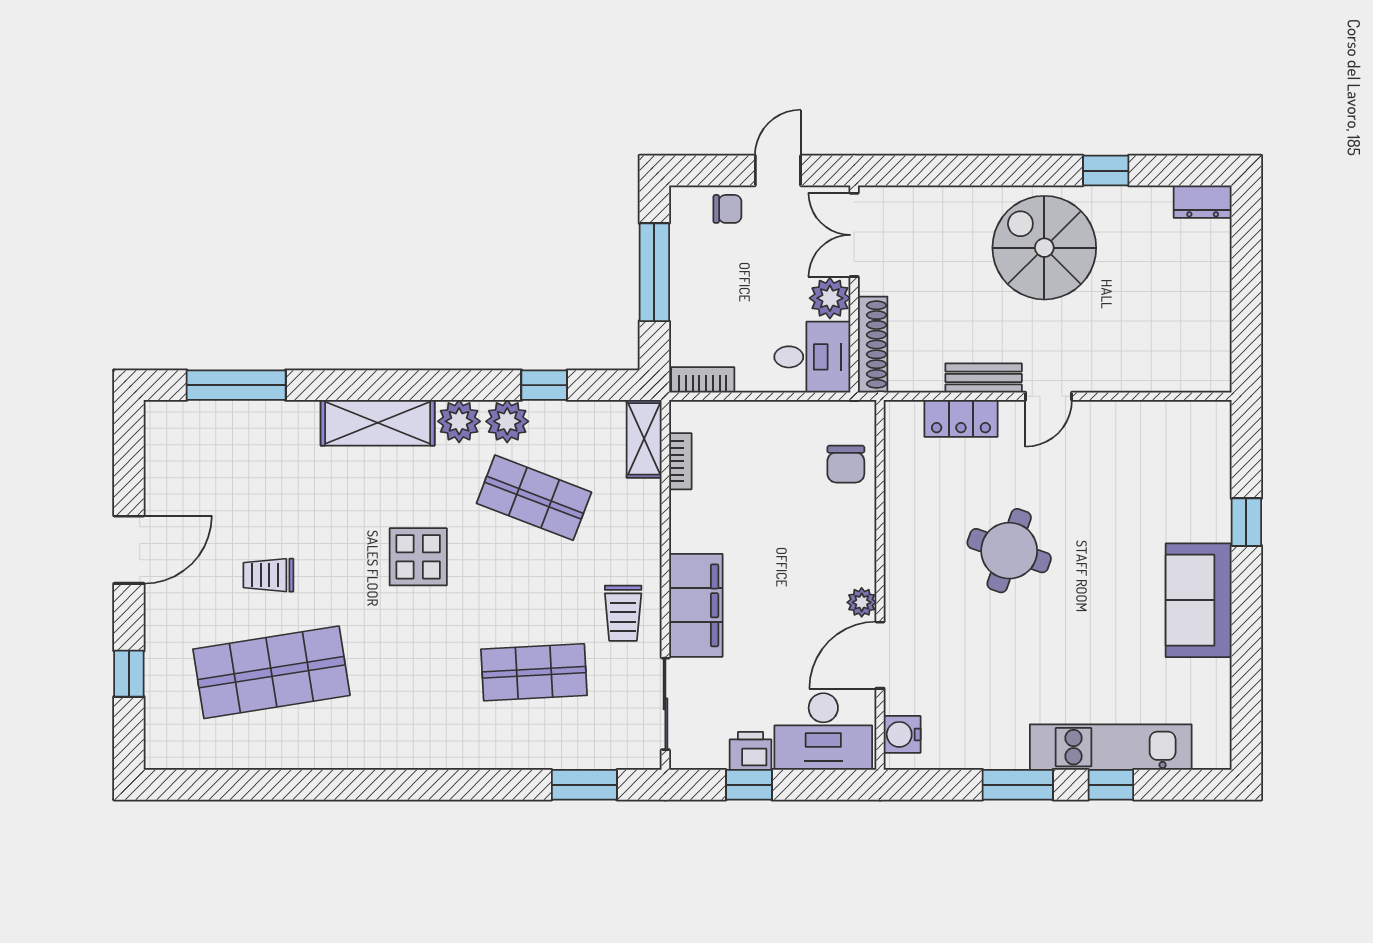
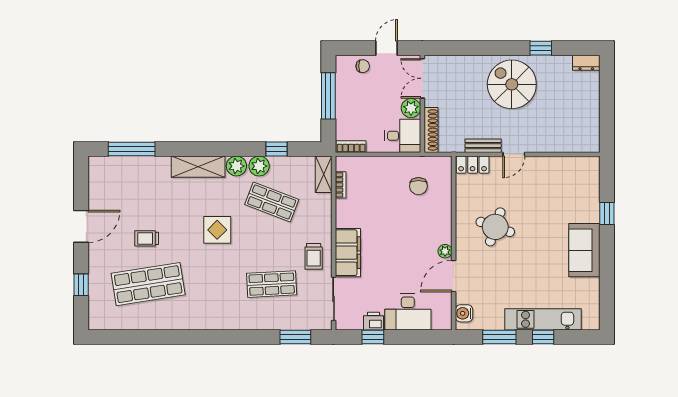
wall: (880, 585) -> (454, 243), moved
plant: (862, 602) -> (445, 251), moved
door: (880, 655) -> (454, 276), moved
water cooler: (902, 734) -> (464, 313), moved

